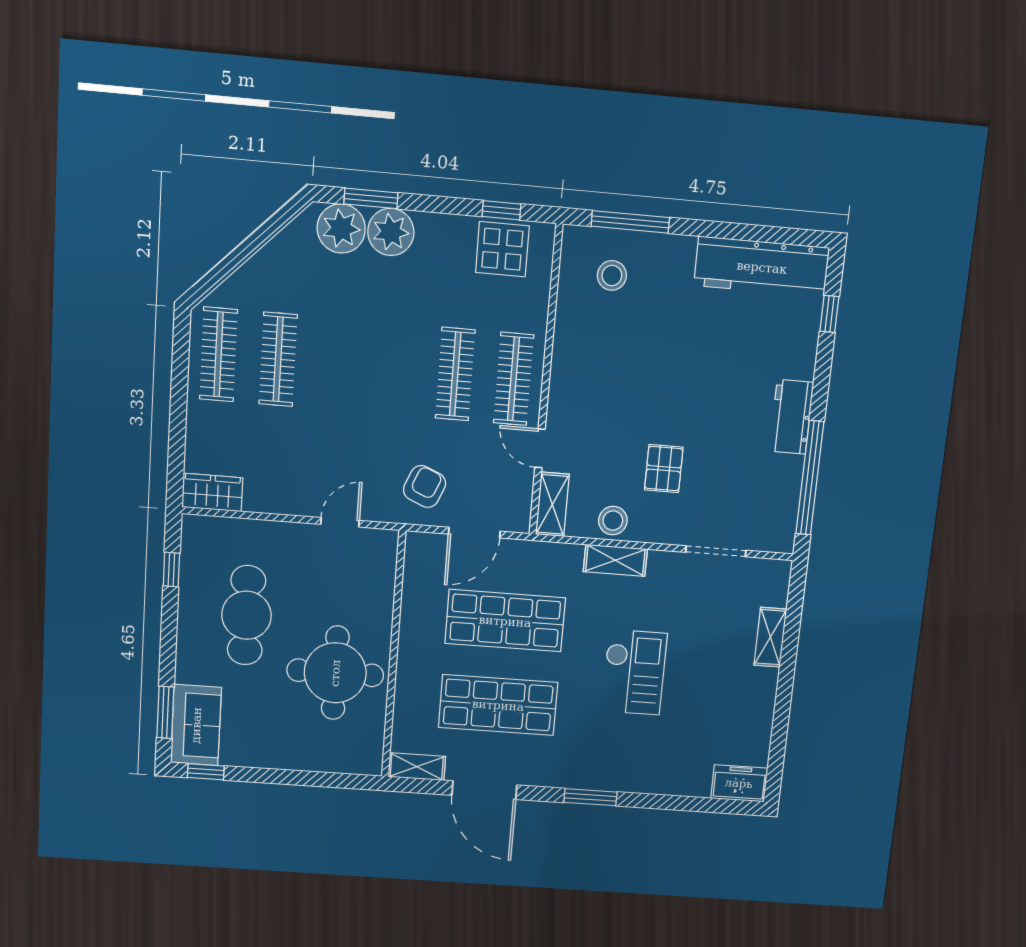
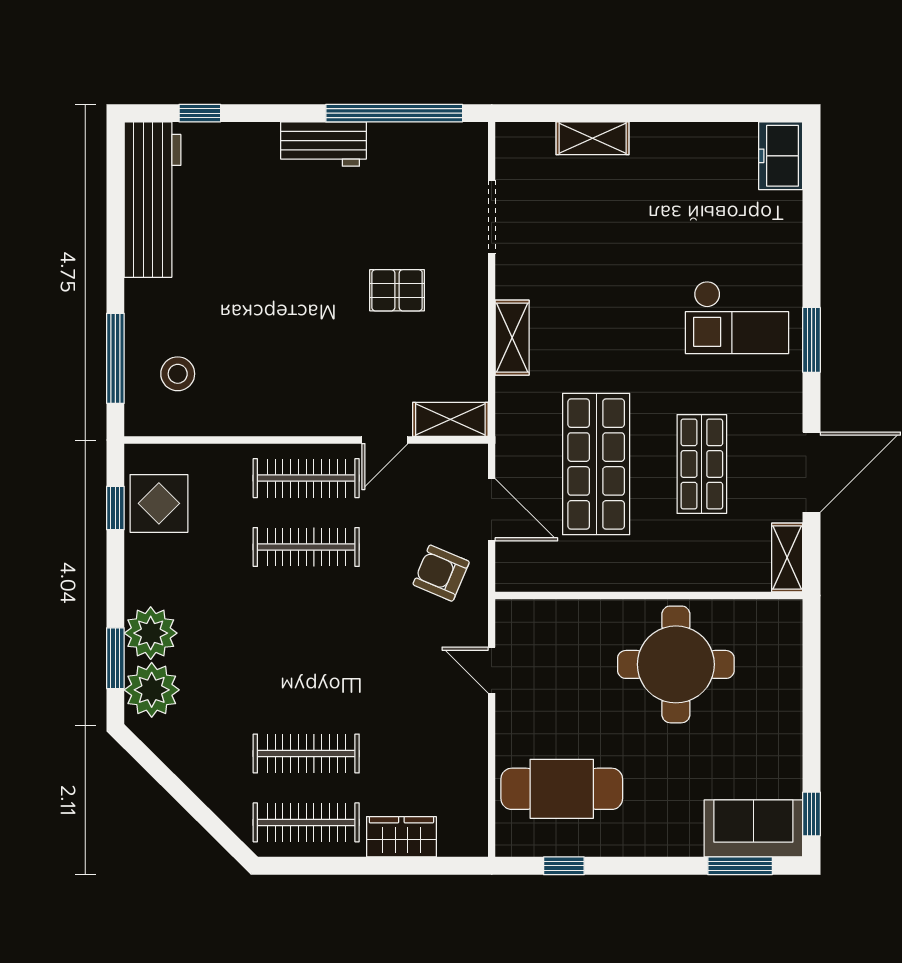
wardrobe: (212, 493) -> (401, 837), moved, turned 90
stool: (613, 521) -> (464, 345), removed
cafe table: (247, 615) -> (562, 789), moved
checkout: (634, 672) -> (737, 317), moved, turned 180
shop shelf: (498, 705) -> (702, 464), width x0.70, depth x0.74

